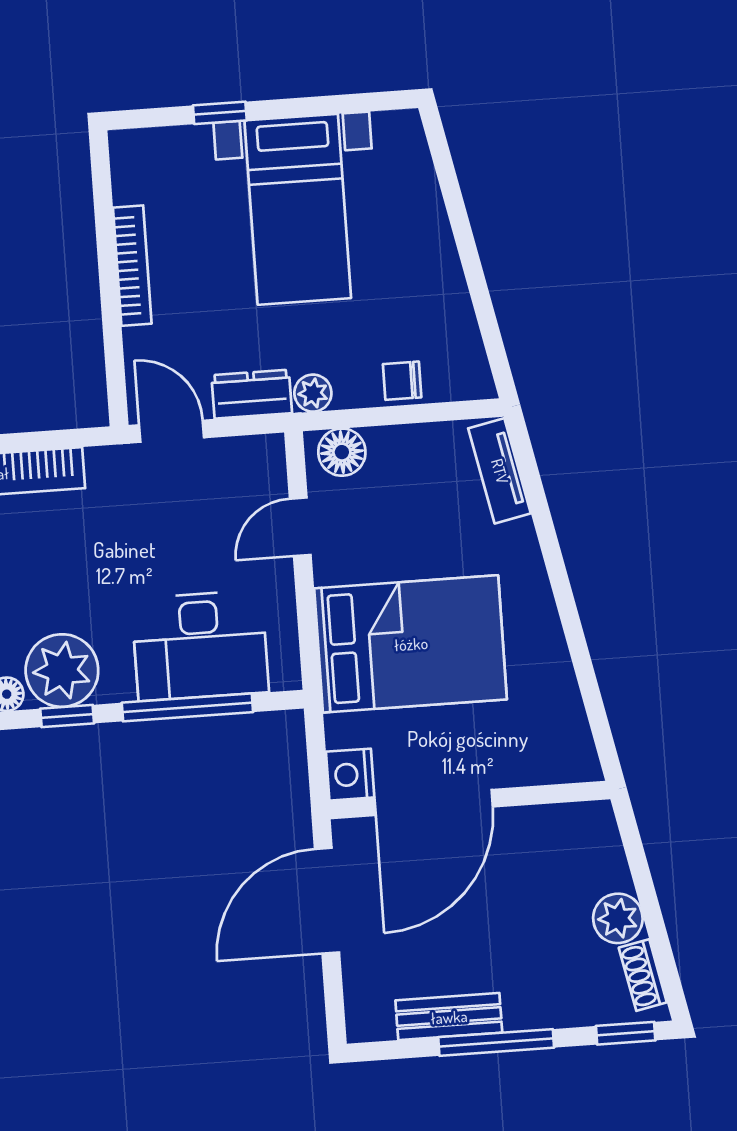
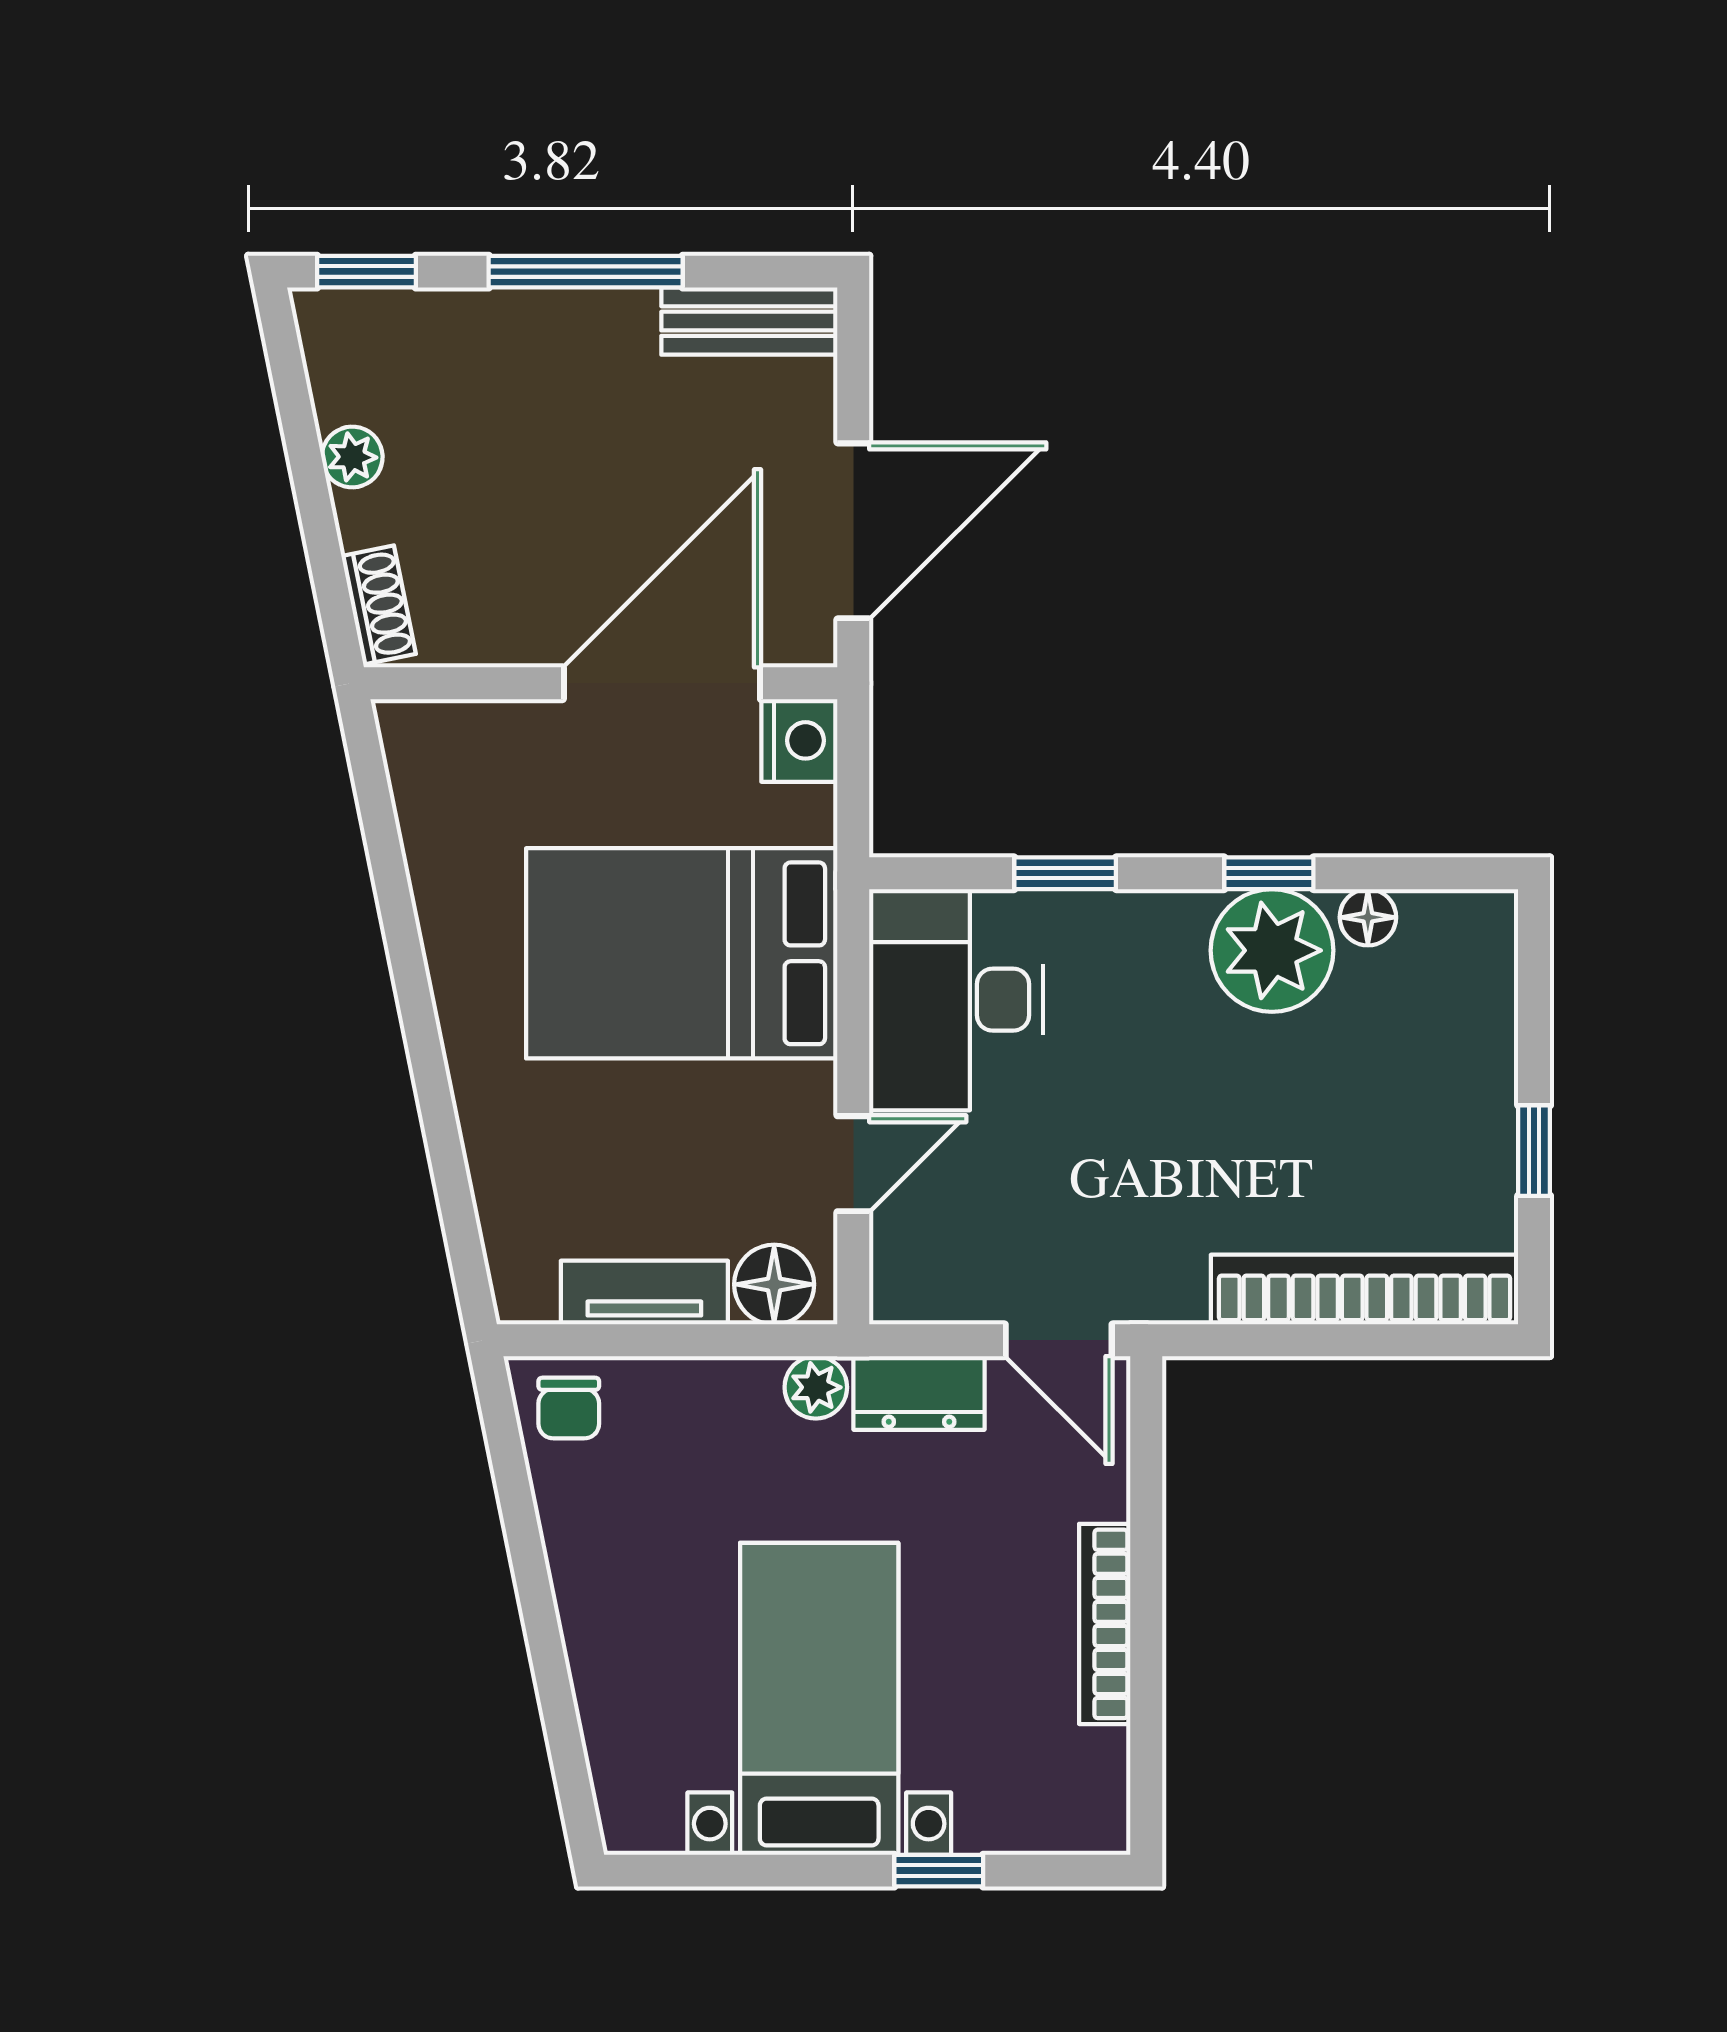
chair: (402, 381) -> (569, 1408), moved, turned 90
tv unit: (500, 471) -> (644, 1293), moved, turned -79
desk: (200, 645) -> (956, 1000), moved, turned -90
window: (187, 707) -> (1065, 873), width x0.46
plant: (618, 918) -> (352, 457), width x0.73, depth x0.73
shoe rack: (643, 975) -> (379, 605), moved
bench: (449, 1017) -> (749, 321), moved

